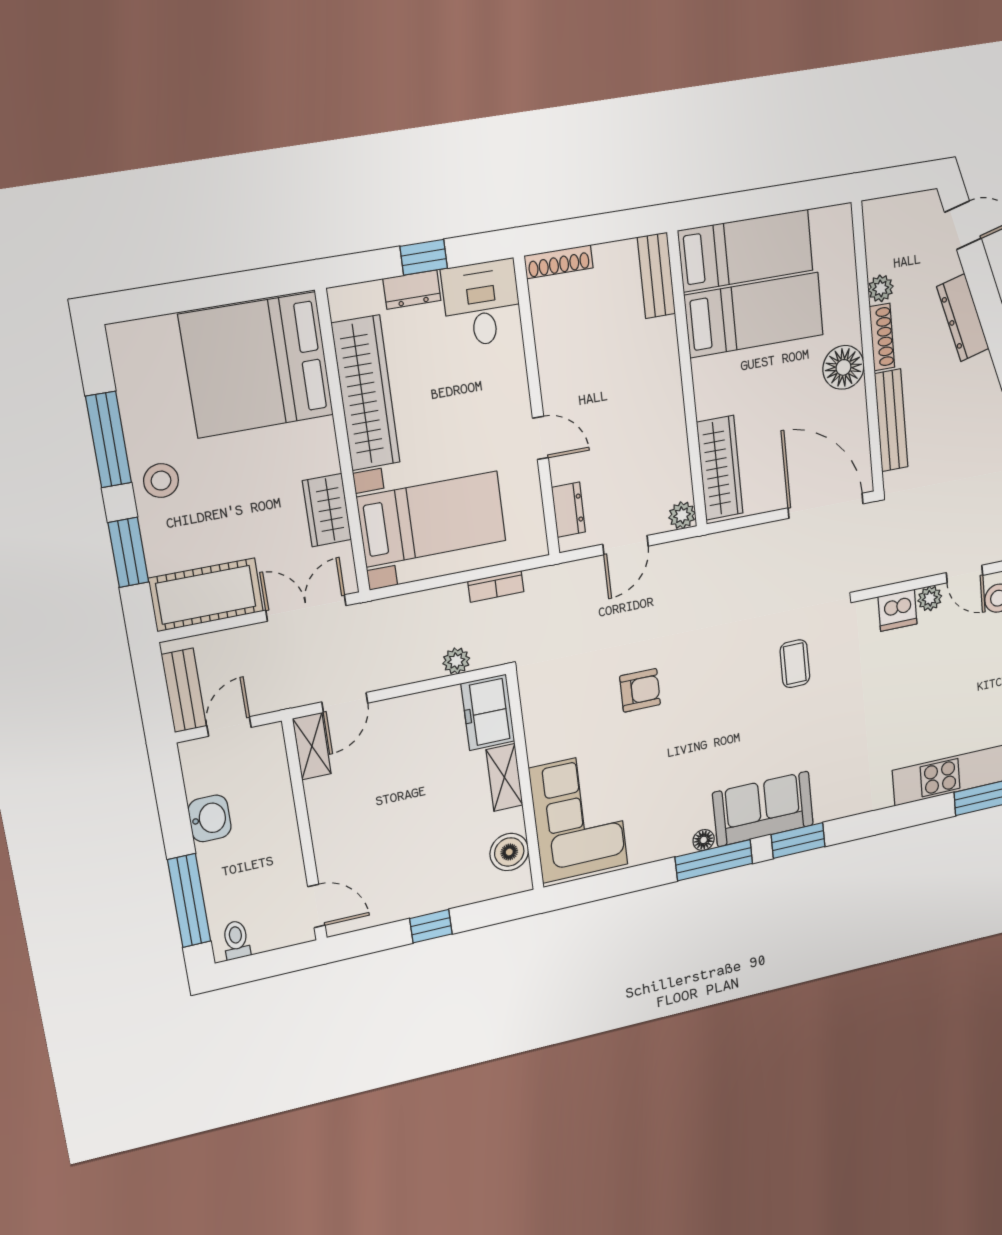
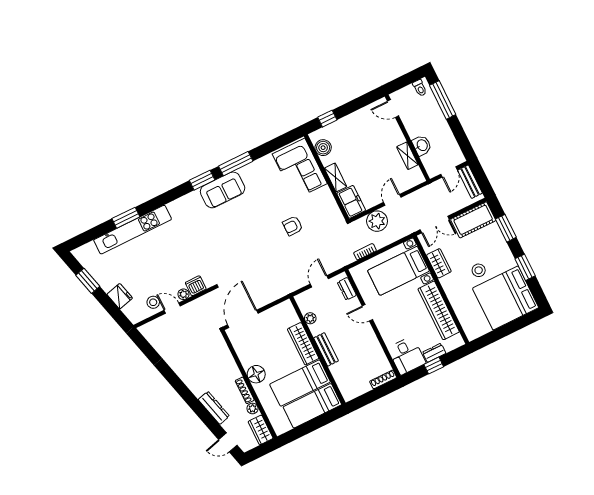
wardrobe: (882, 231) -> (261, 430), added
bench: (656, 276) -> (326, 349), moved
bed: (256, 365) -> (506, 298), moved, turned 180
bench: (891, 420) -> (228, 360), removed
window: (109, 440) -> (525, 267), width x0.69
wardrobe: (720, 468) -> (303, 344), moved
stool: (161, 481) -> (479, 270), moved
door: (826, 506) -> (243, 319), swing flipped
plant: (682, 515) -> (310, 318), moved
plant: (456, 661) -> (377, 221), width x1.87, depth x1.87
coffee table: (795, 664) -> (232, 253), removed
door: (345, 703) -> (392, 200), moved
shelving: (312, 746) -> (407, 156), moved
washbasin: (210, 818) -> (422, 145), moved, turned 180
floor lamp: (704, 840) -> (243, 171), removed
window: (431, 926) -> (327, 119), moved

